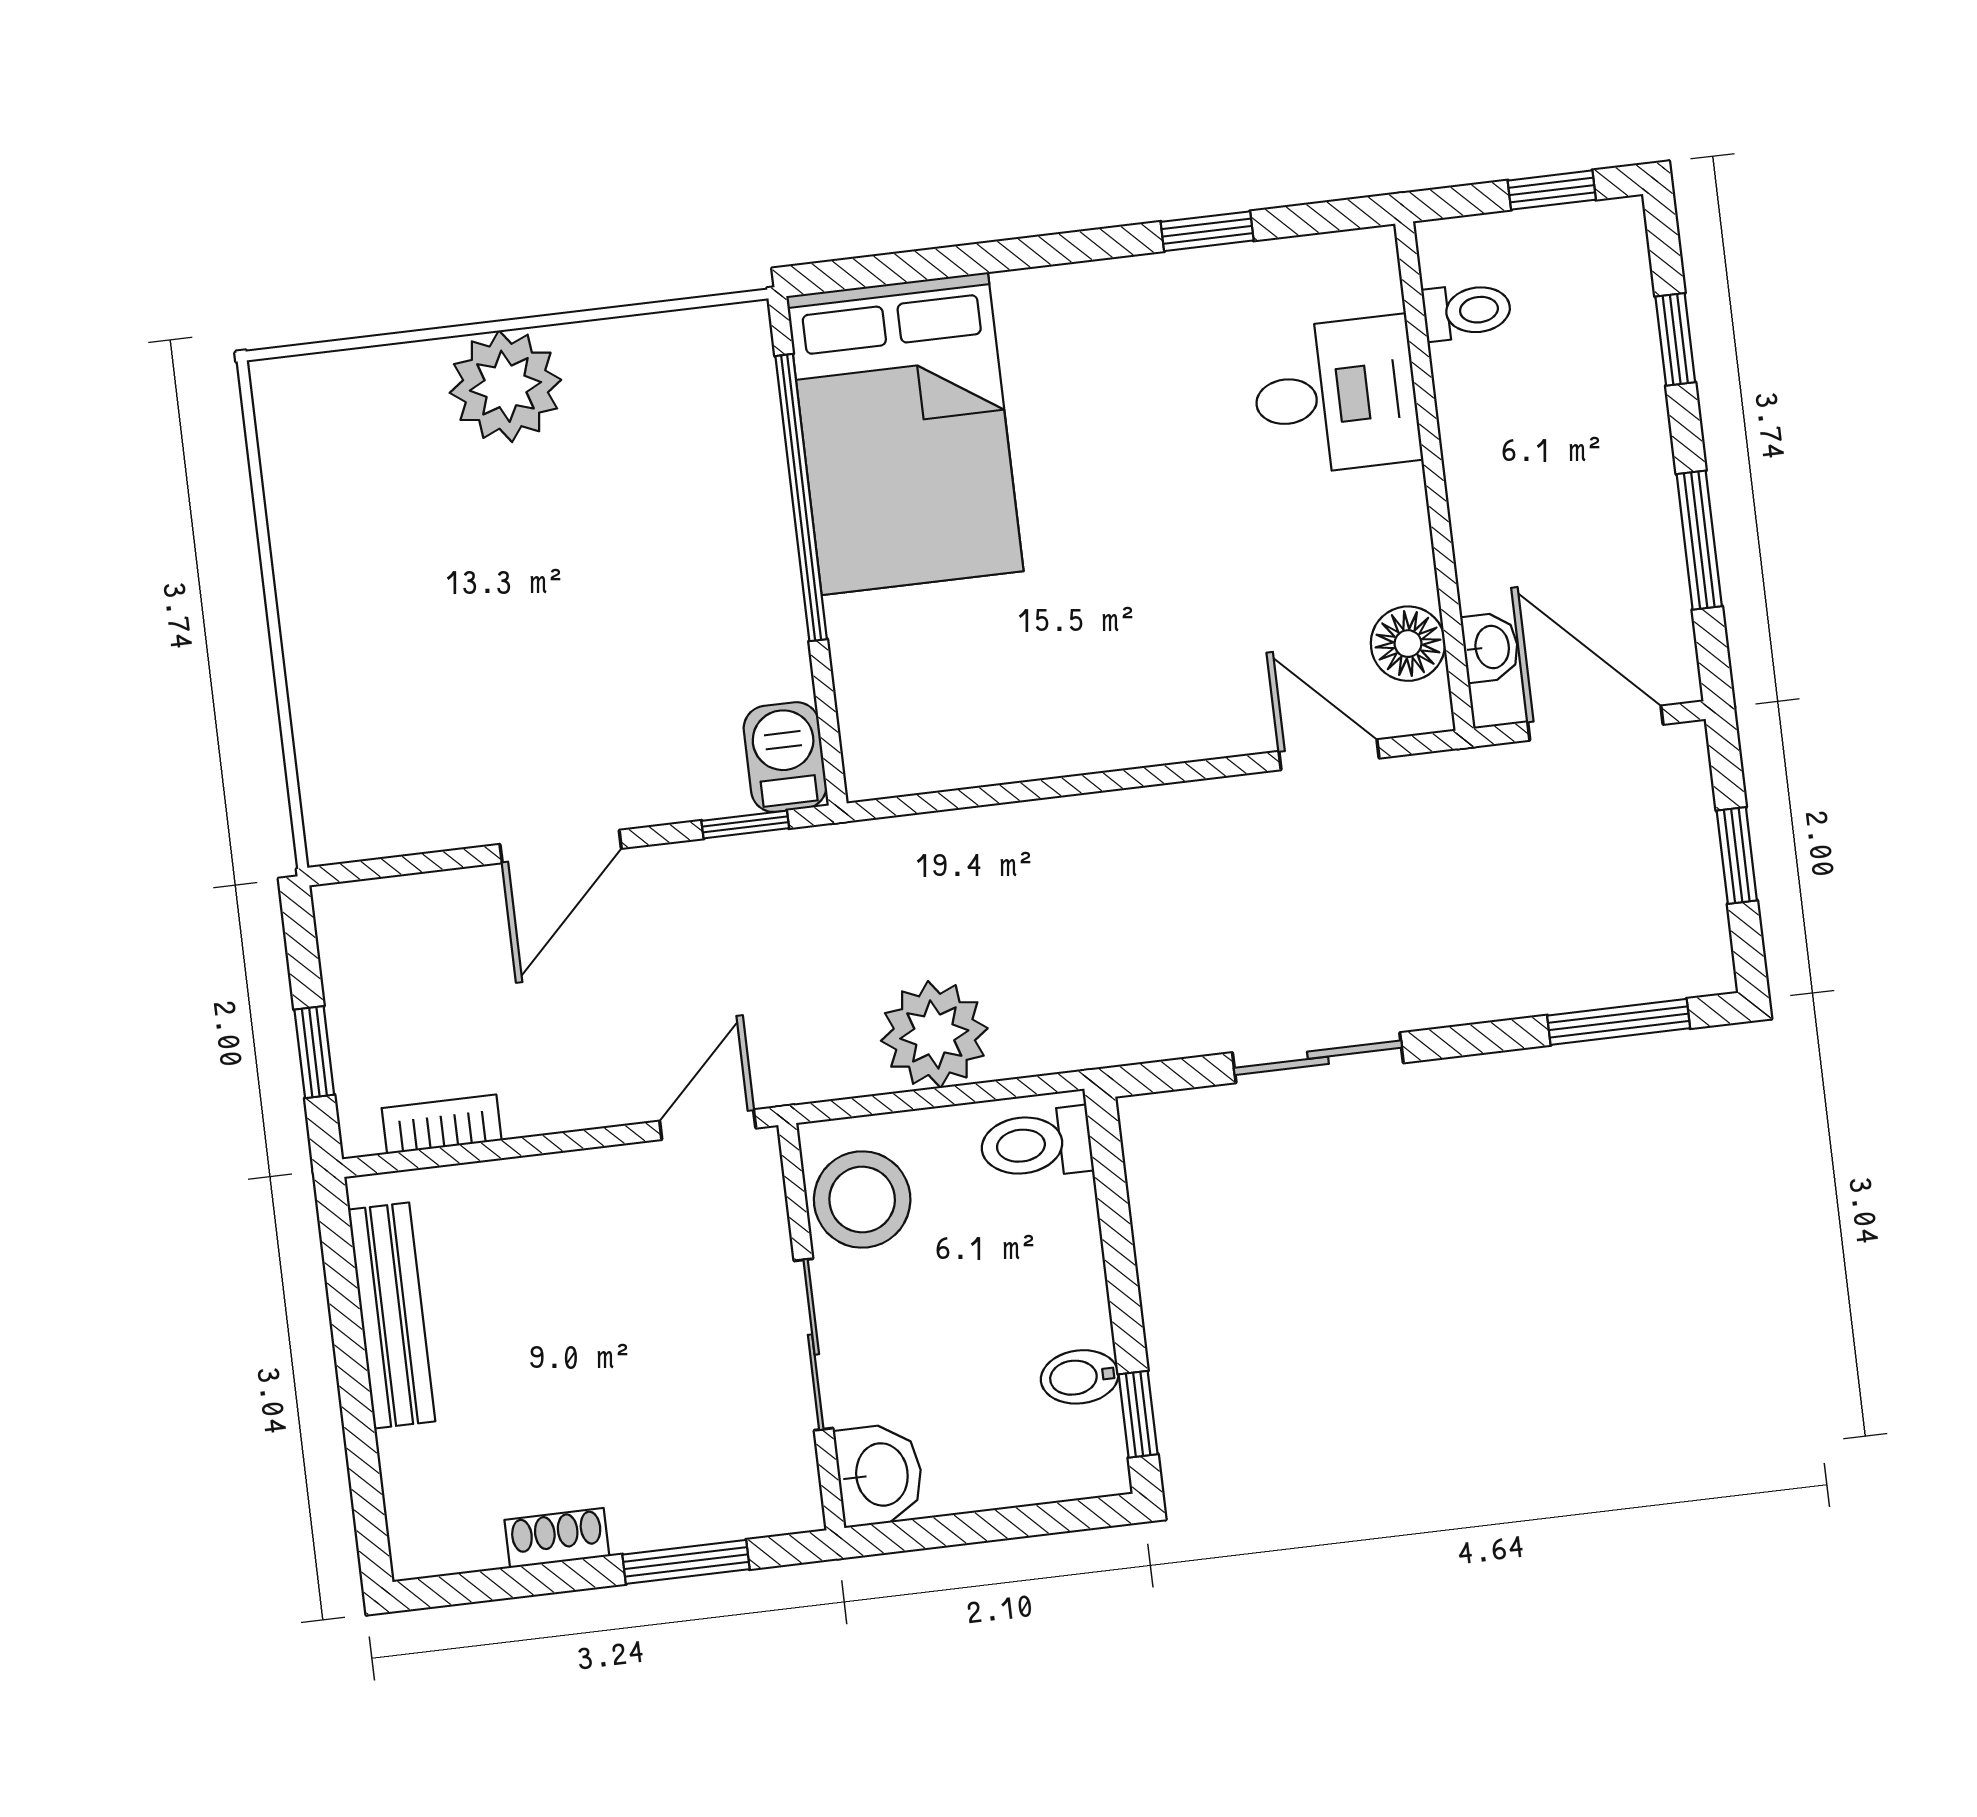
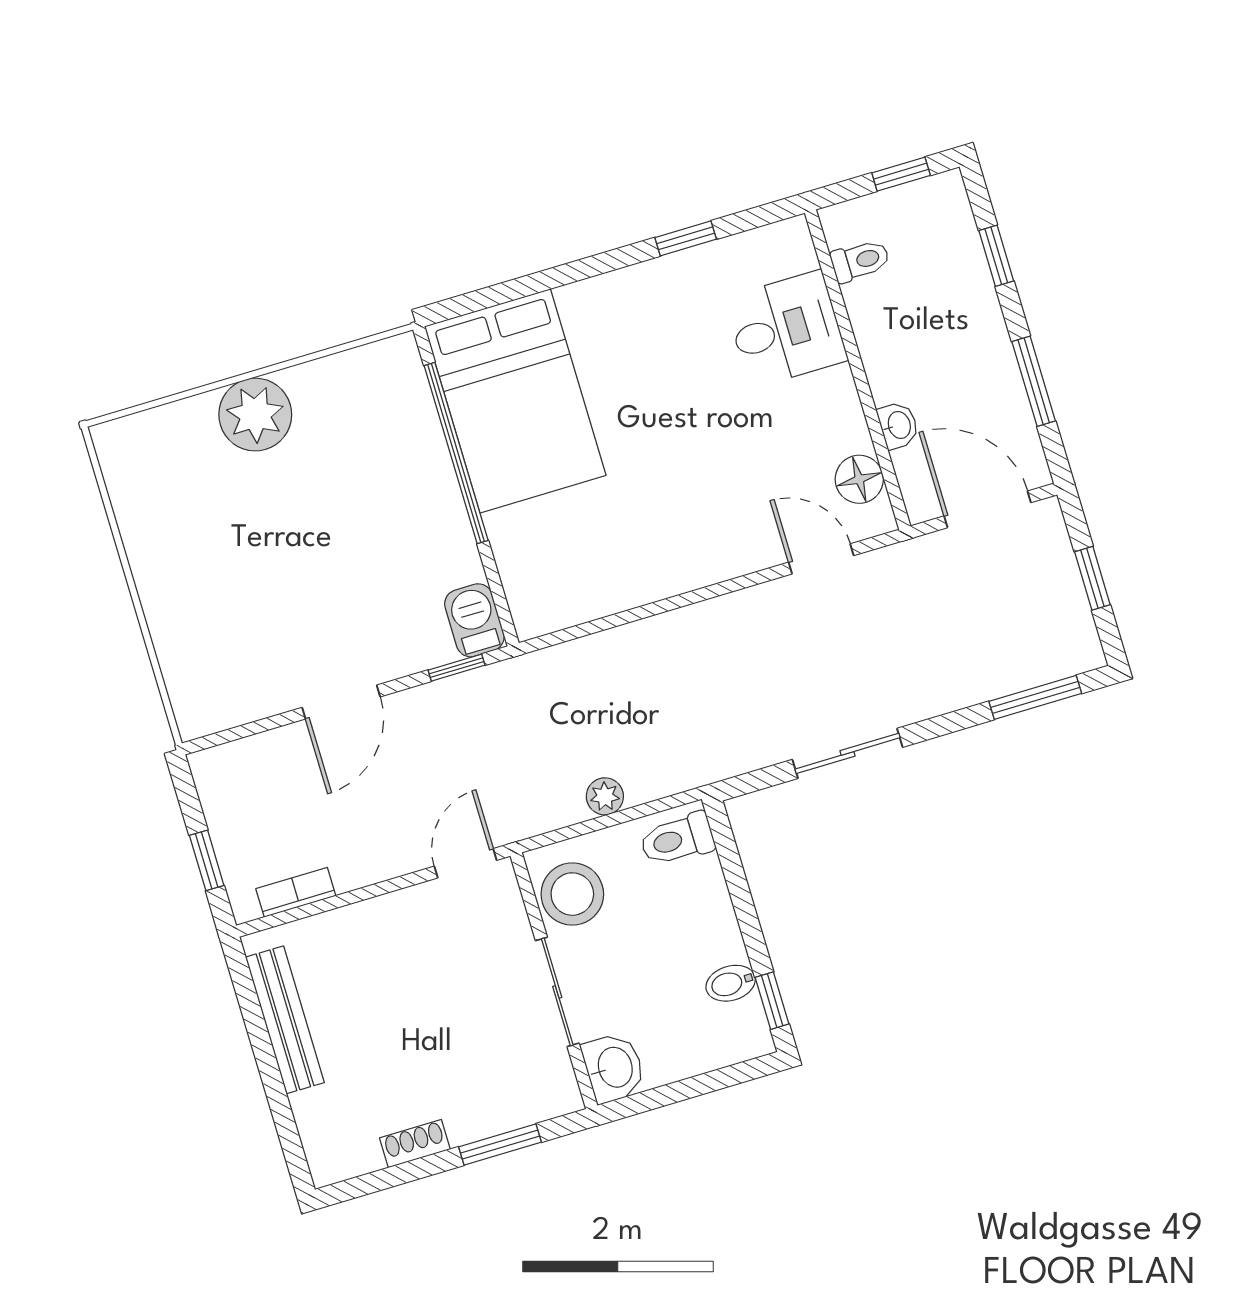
washbasin: (1491, 647) -> (898, 425), moved
plant: (934, 1034) -> (605, 796), width x0.53, depth x0.53

